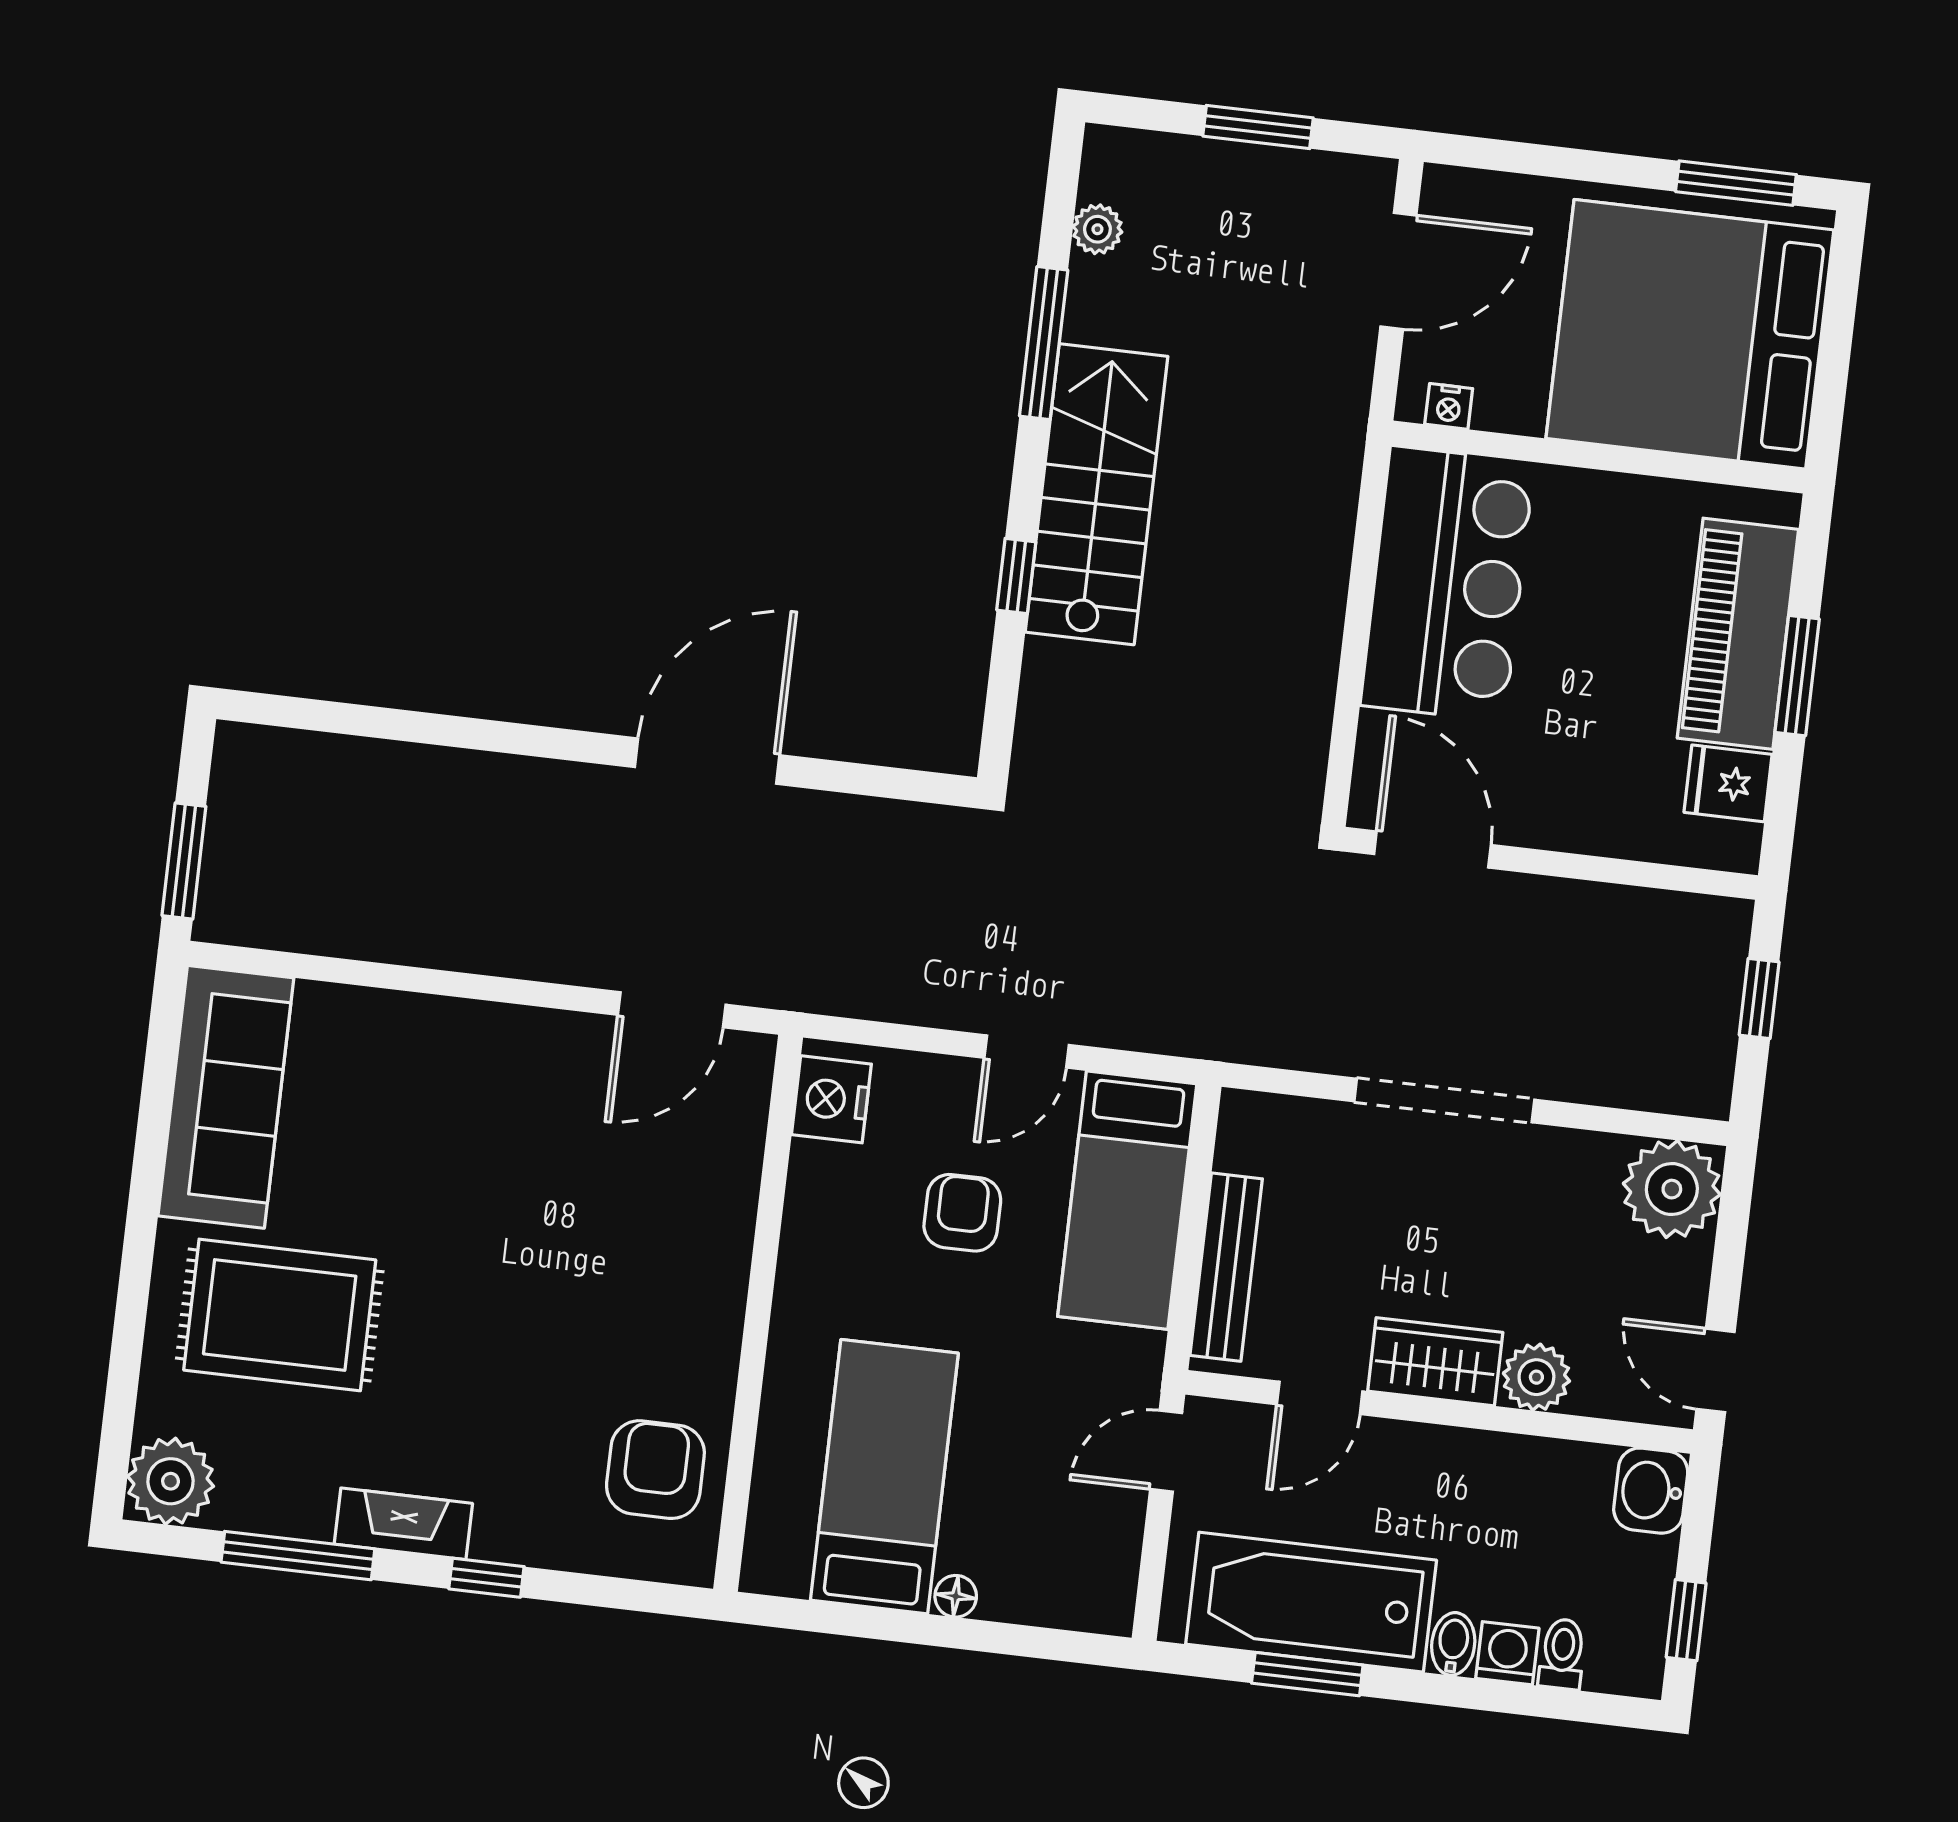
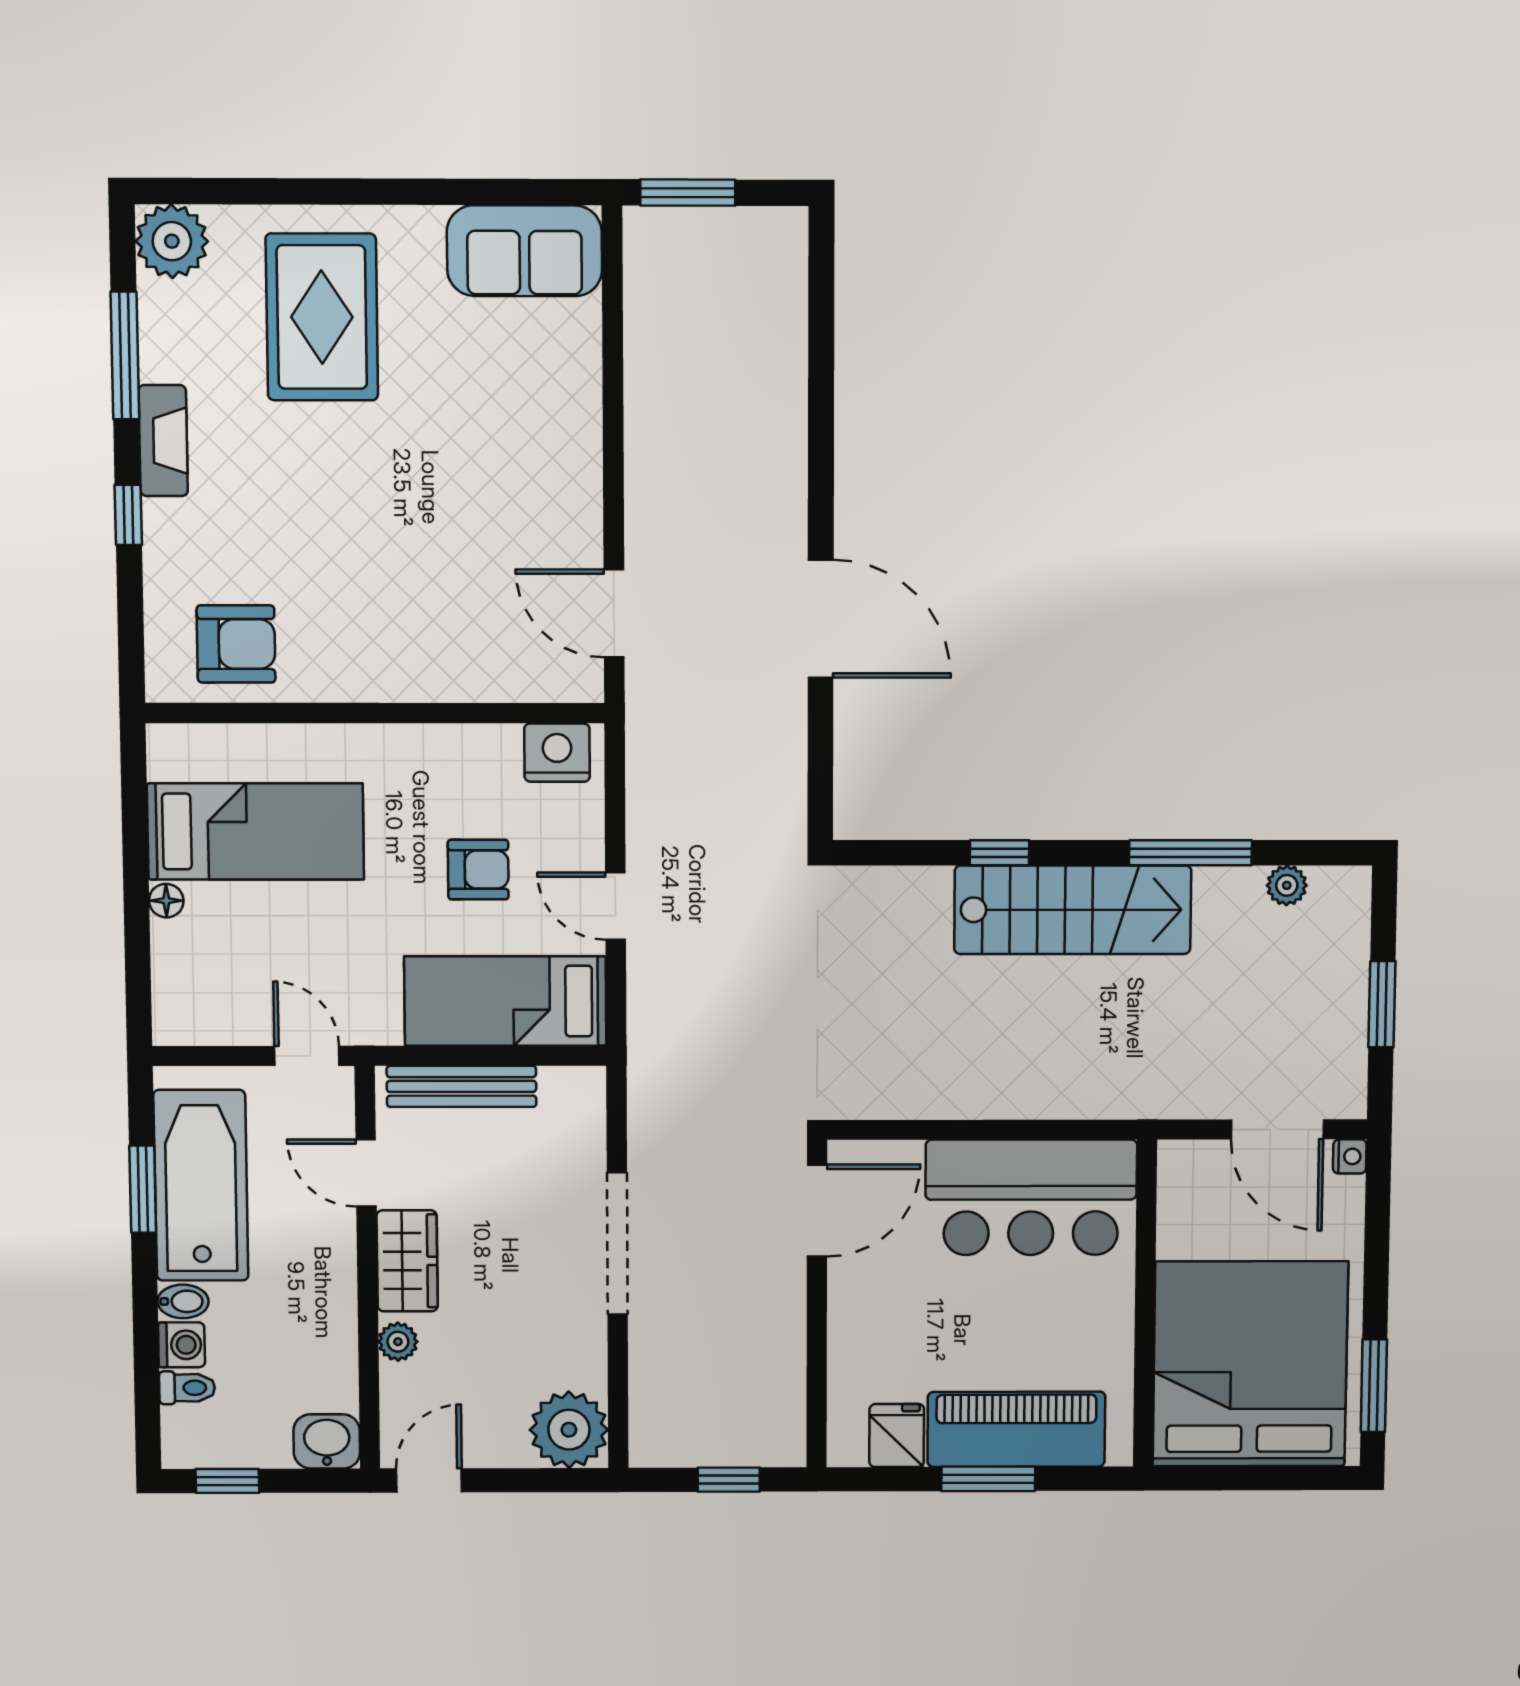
nightstand: (1449, 406) -> (1350, 1156), moved, turned 180
sofa: (226, 1097) -> (525, 251), width x0.73
plant: (1536, 1377) -> (398, 1342), width x0.73, depth x0.73

